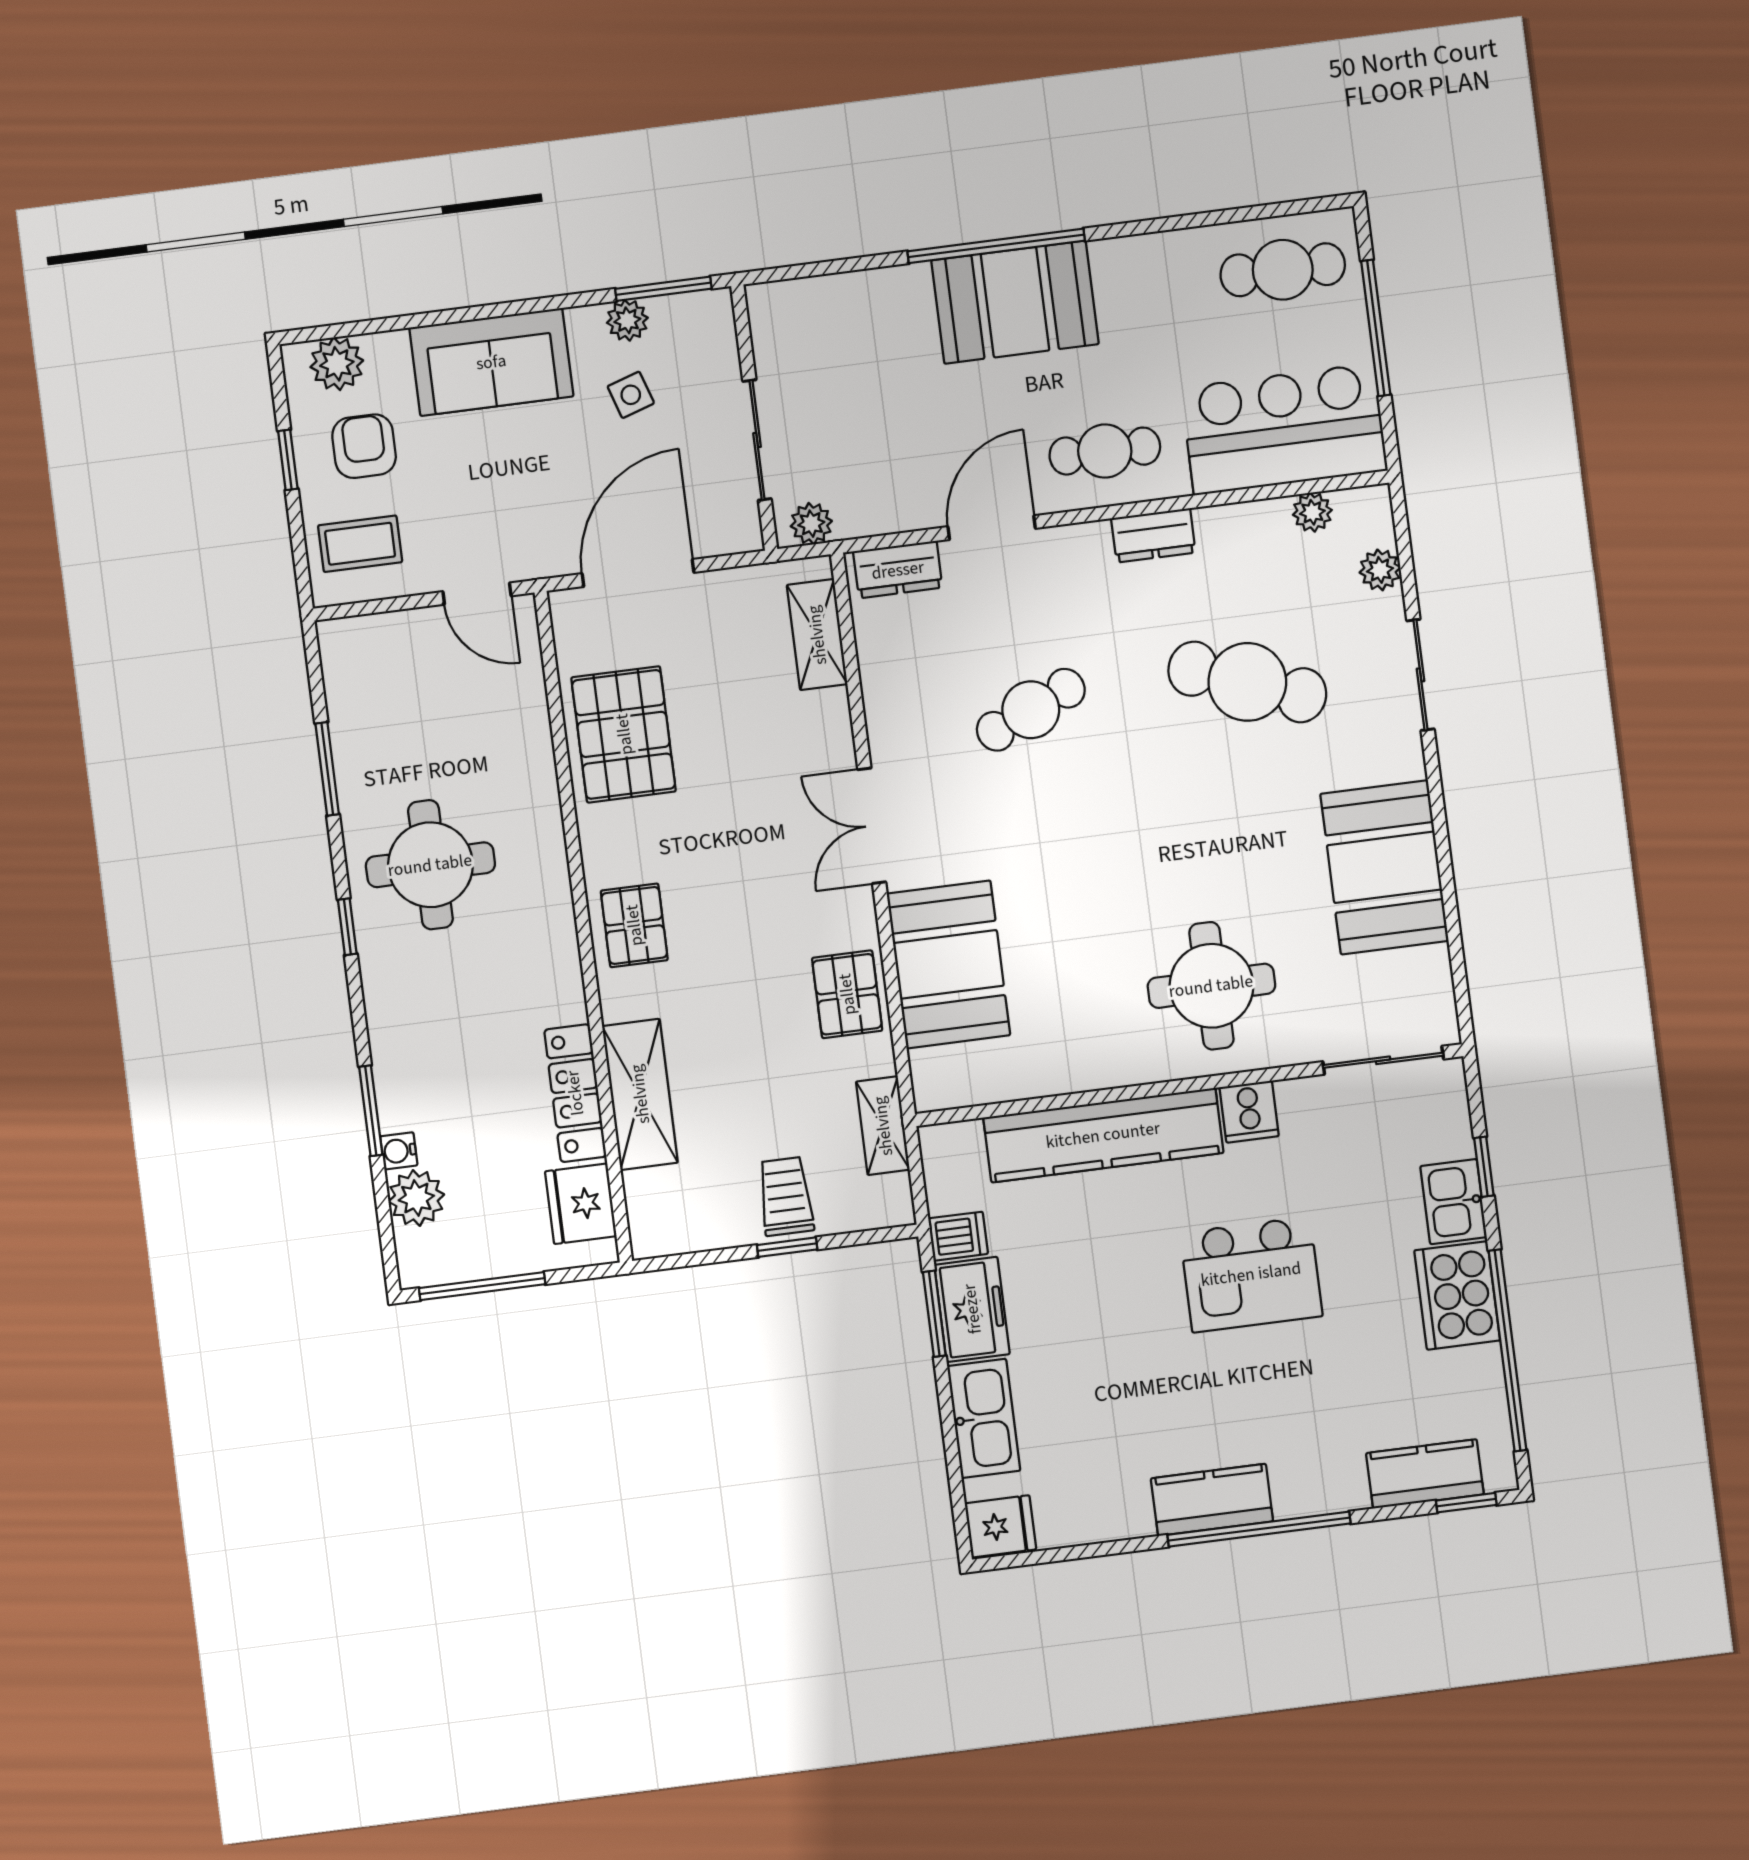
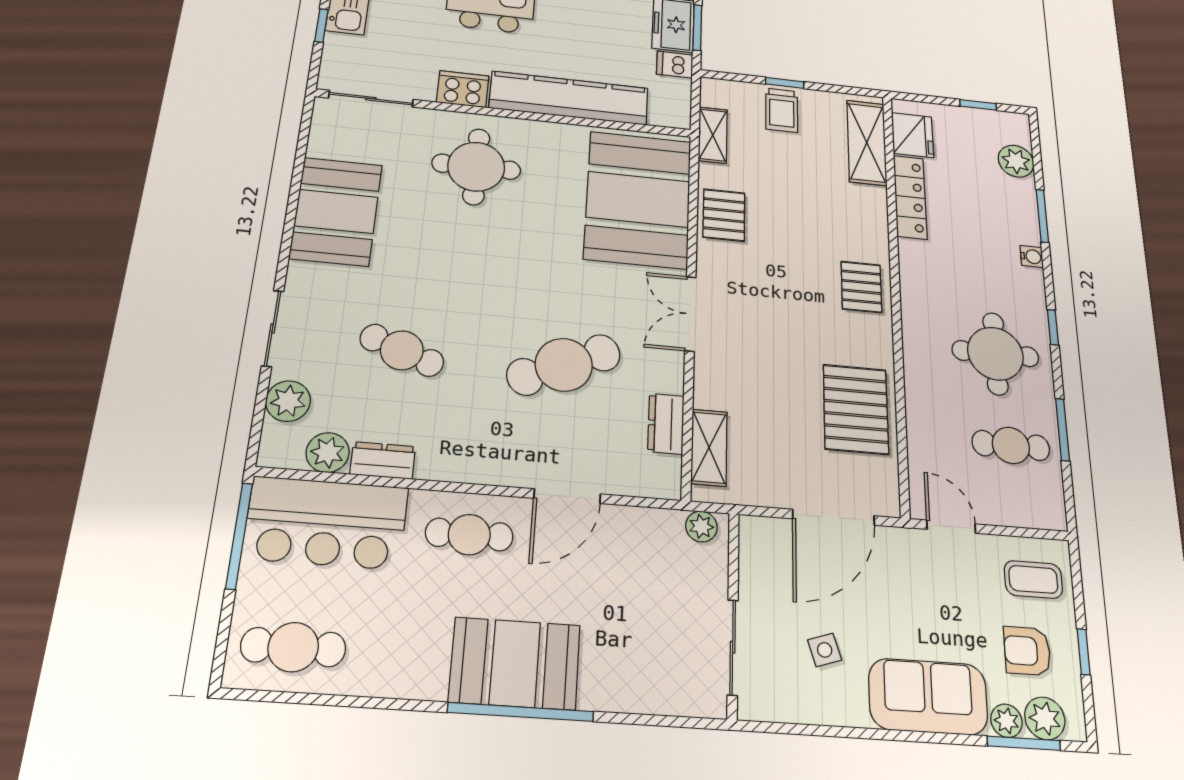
window: (663, 289) -> (1024, 743), moved
plant: (627, 320) -> (1006, 721), moved
window: (1376, 328) -> (239, 536), moved
sliding door: (757, 440) -> (733, 647), moved
armchair: (364, 446) -> (1027, 651), turned 90
plant: (1312, 512) -> (328, 453), width x1.38, depth x1.38
dresser: (1153, 535) -> (383, 460), moved
dresser: (898, 570) -> (666, 424), moved, turned -90
plant: (1380, 570) -> (288, 401), width x1.38, depth x1.38
cafe table: (1247, 682) -> (402, 350), width x0.73, depth x0.74
cafe table: (1031, 710) -> (564, 365), width x1.37, depth x1.35
cafe table: (401, 729) -> (1011, 445), added
double door: (872, 826) -> (690, 314), swing flipped
booth: (948, 964) -> (638, 199), width x1.36, depth x1.42
shelving: (640, 1094) -> (867, 143), moved
cooker: (1249, 1112) -> (463, 89), width x1.36
water cooler: (399, 1151) -> (1032, 257), moved
window: (482, 1286) -> (978, 105), width x0.46

